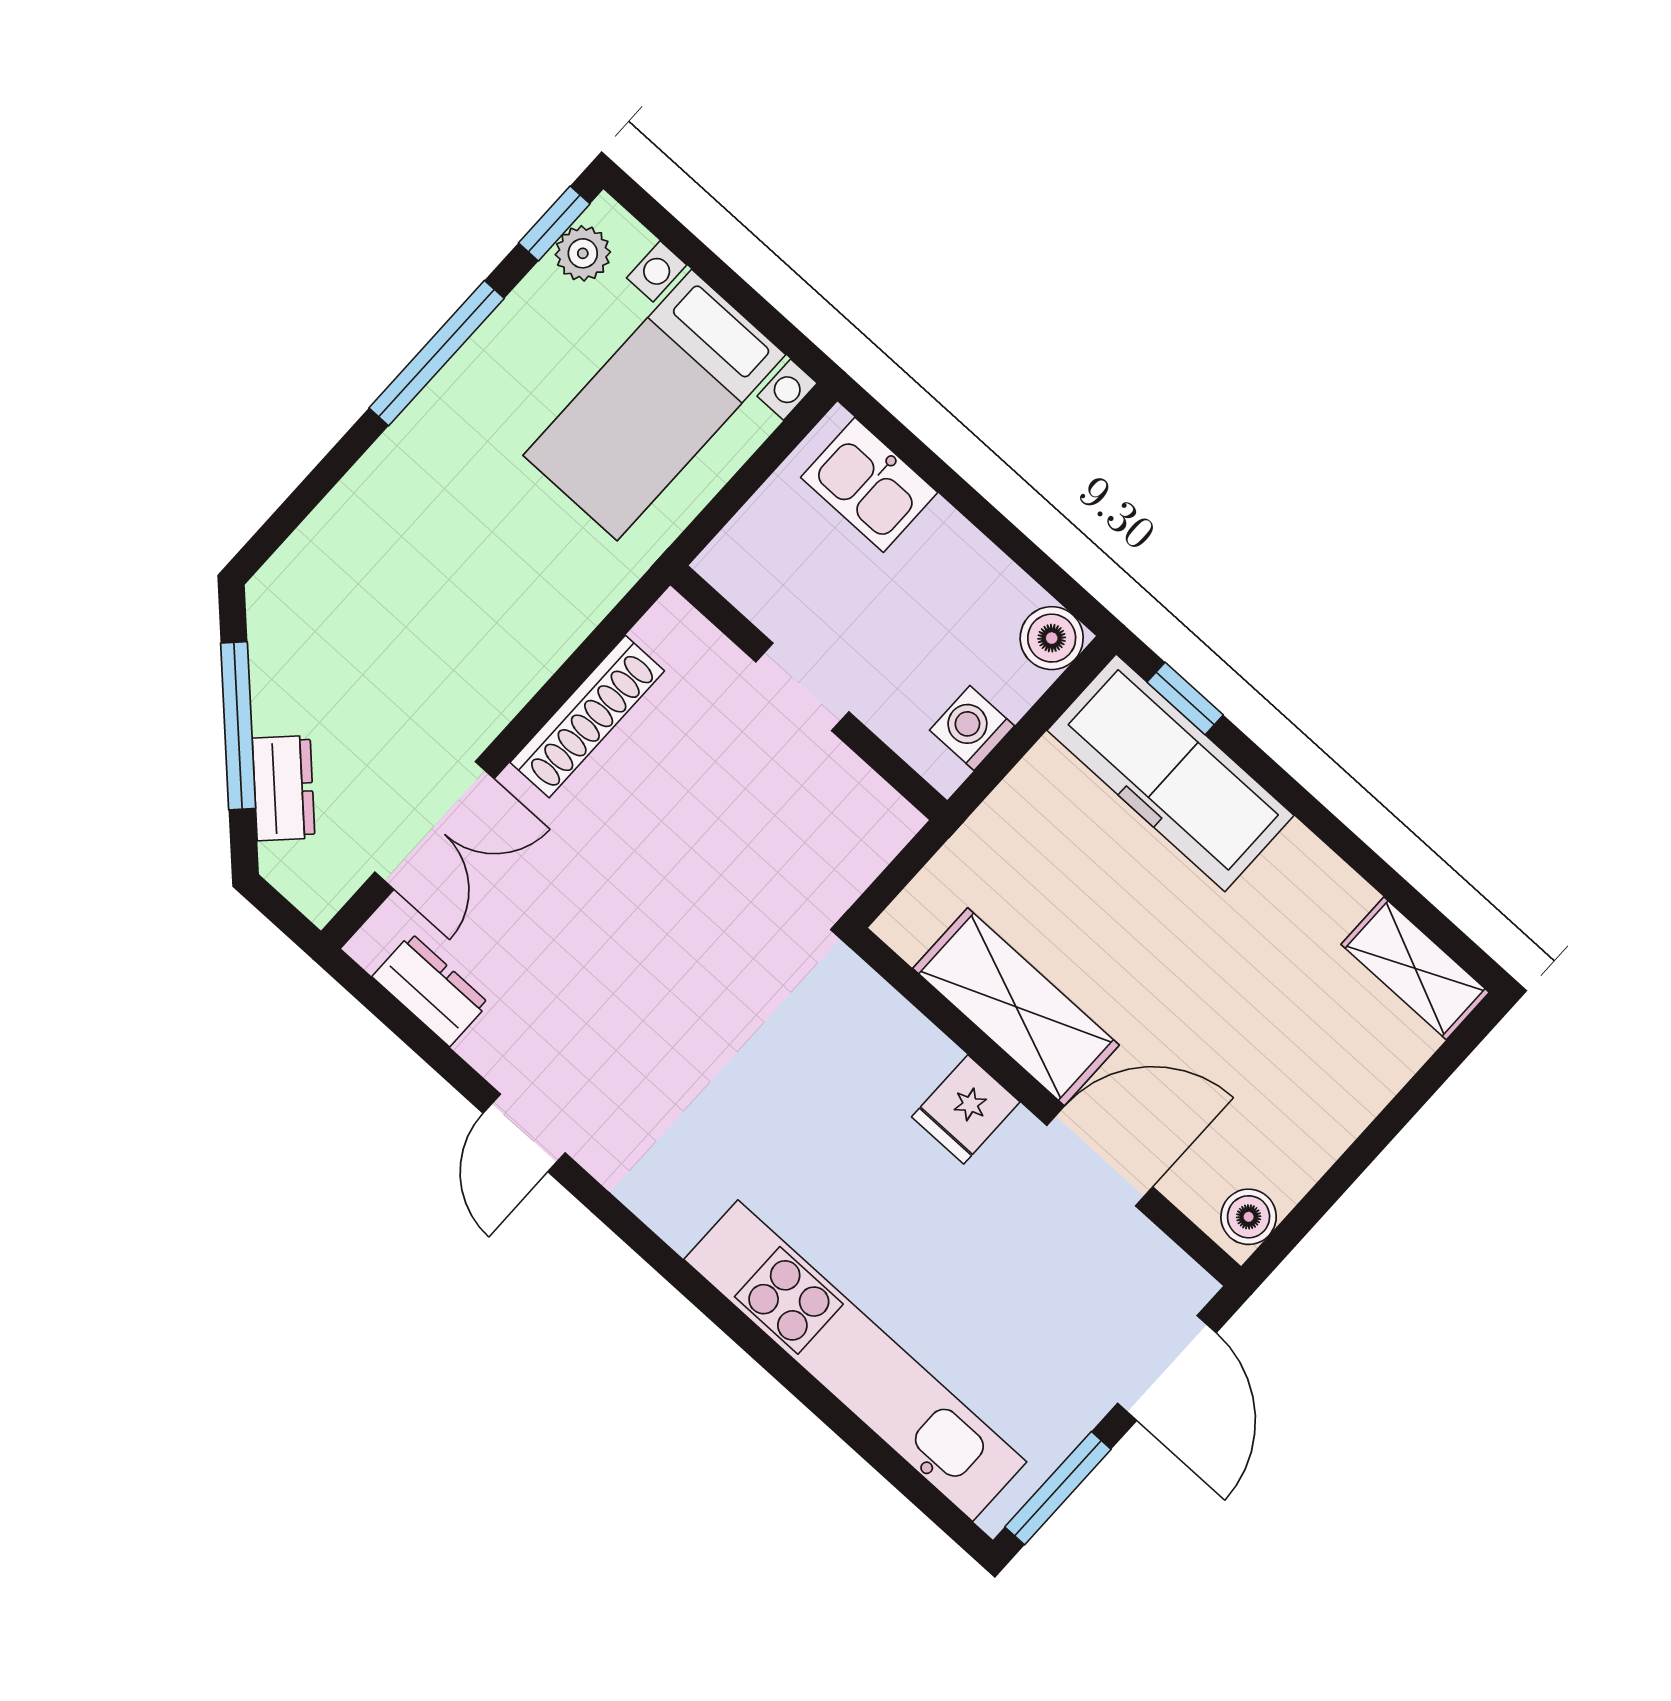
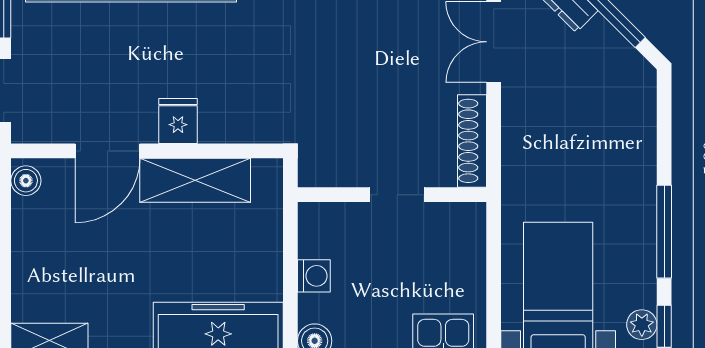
doorway: (802, 687) -> (397, 195), moved
wall: (809, 693) -> (392, 195), moved

